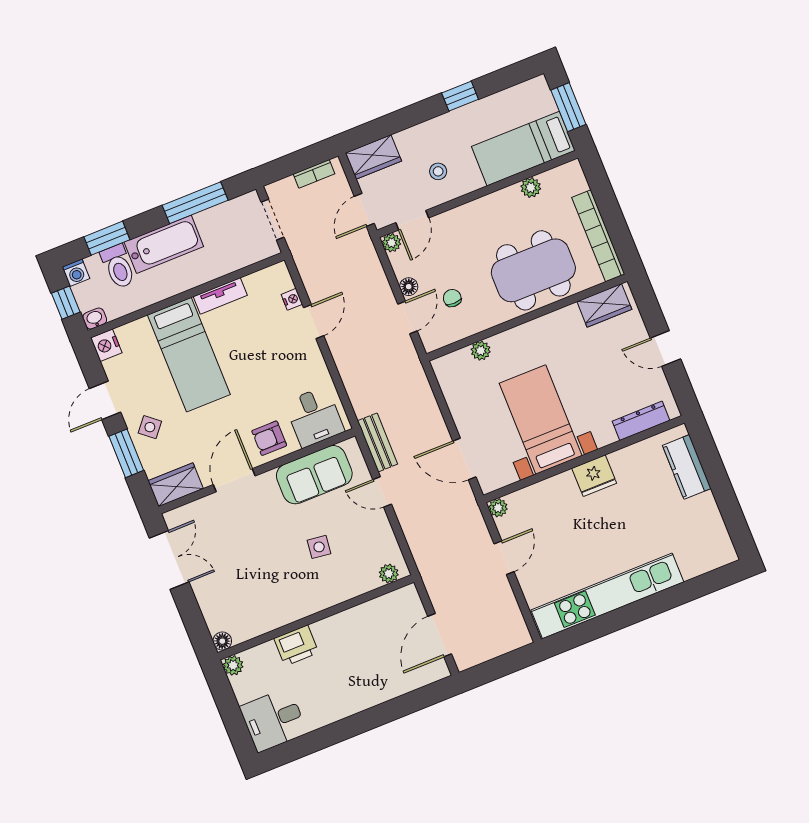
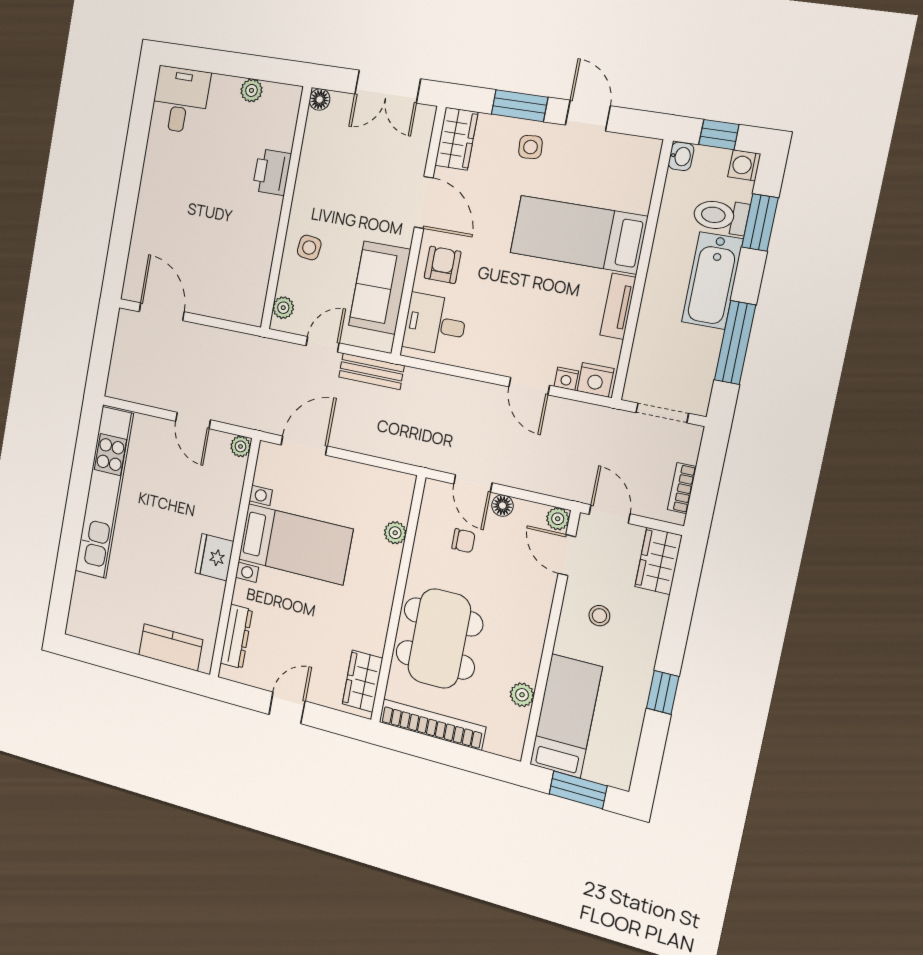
nightstand: (106, 345) -> (595, 380), moved, turned 180
side table: (150, 427) -> (530, 147), turned 45
plant: (389, 574) -> (283, 308), moved
wall: (316, 617) -> (286, 208), moved
floor lamp: (222, 641) -> (320, 100), moved
printer: (296, 645) -> (272, 172), moved

